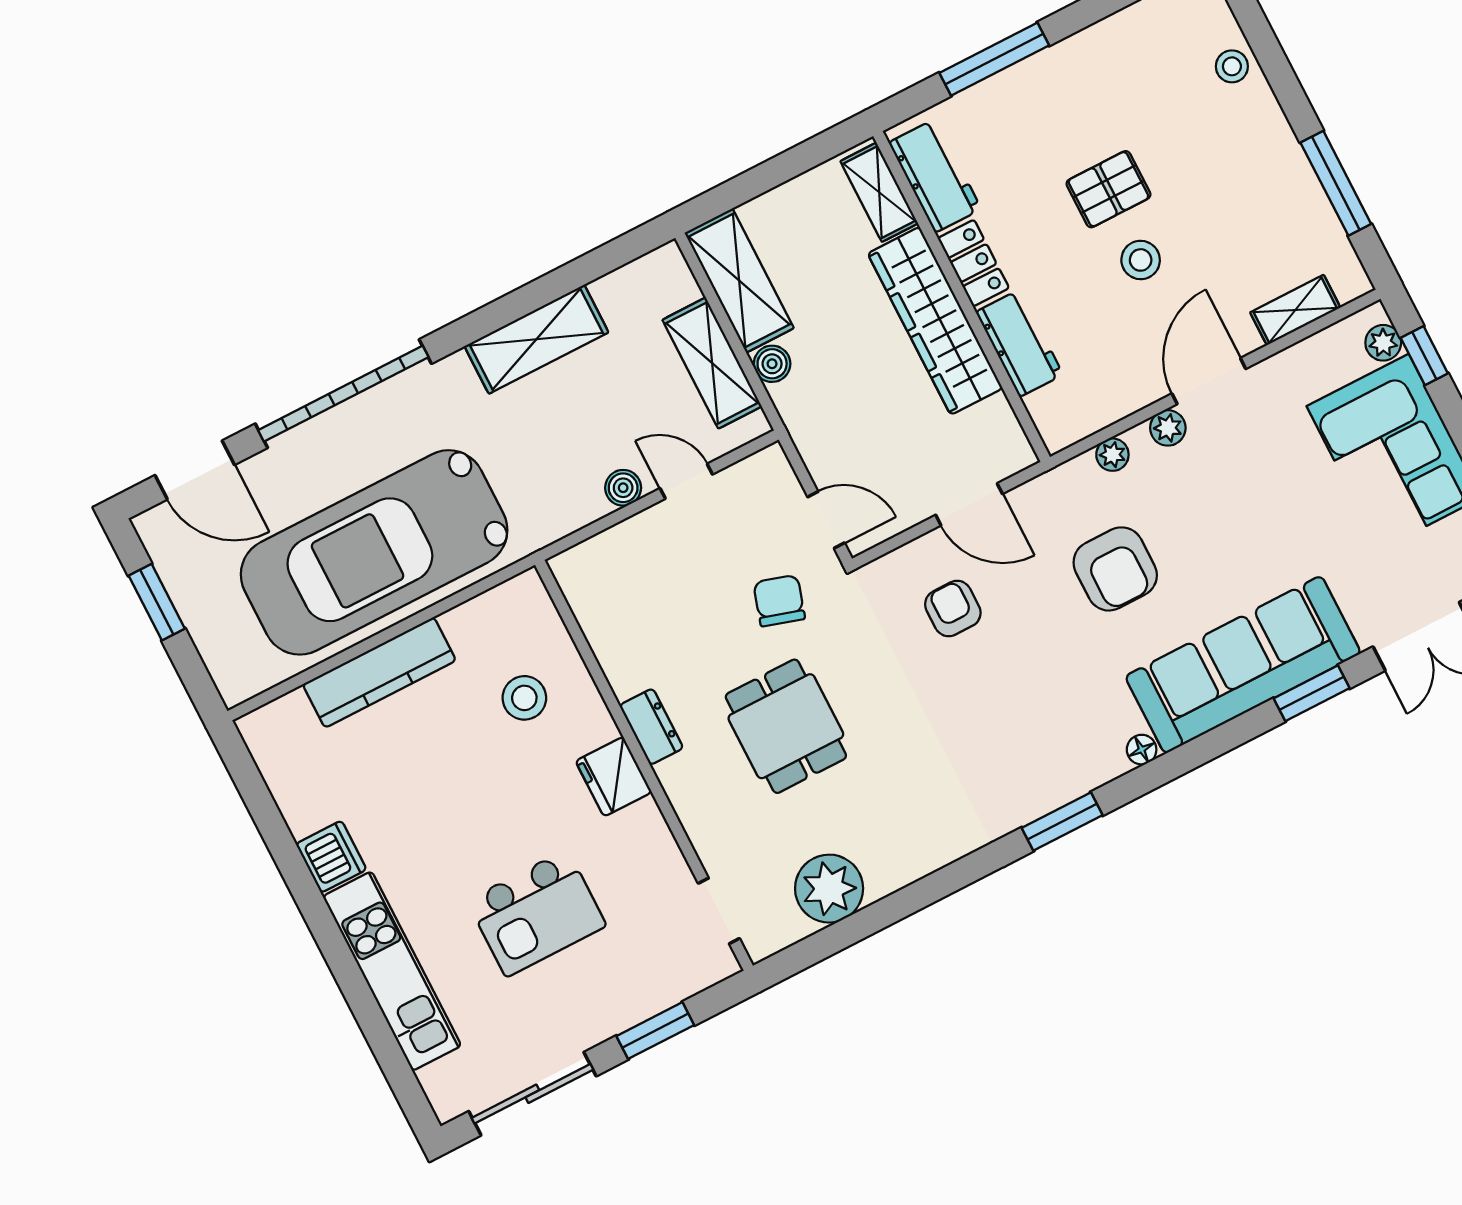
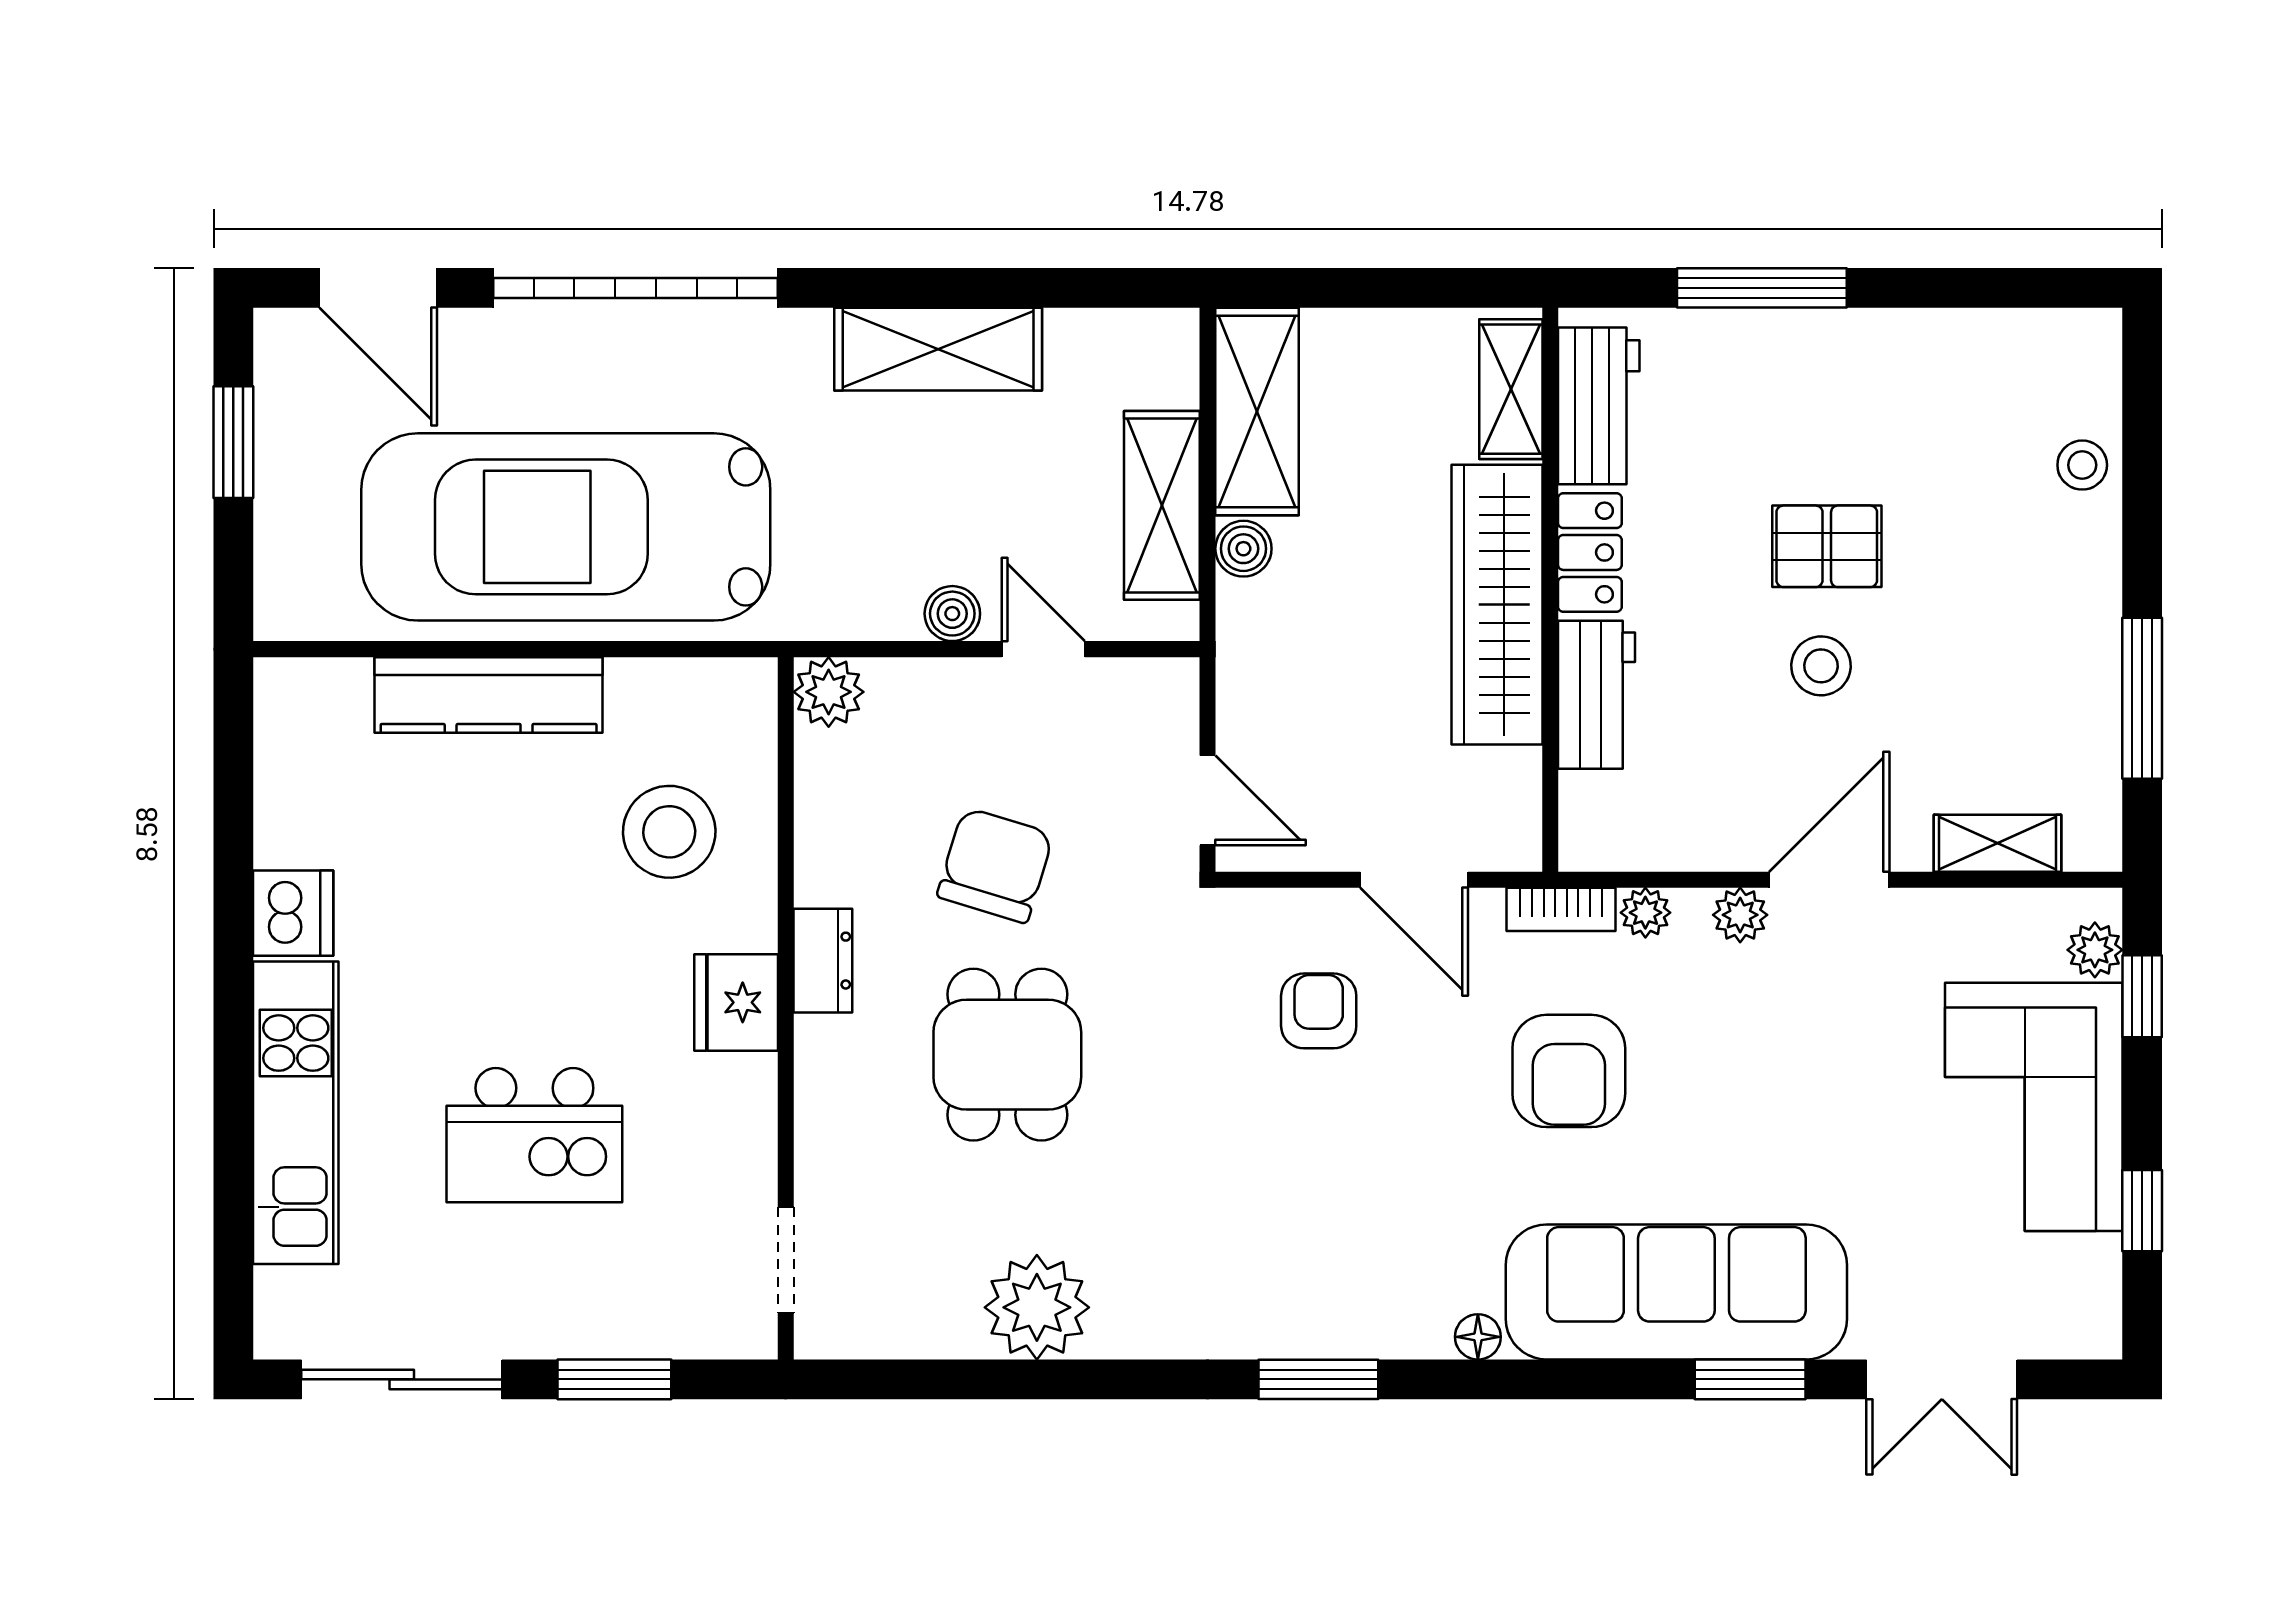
bookcase: (1063, 478) -> (1561, 909), added
plant: (575, 570) -> (829, 692), added
chair: (779, 601) -> (995, 865), moved, width x1.37, depth x1.37
stool: (524, 698) -> (669, 832), width x1.38, depth x1.38
plant: (829, 889) -> (1037, 1307), moved

